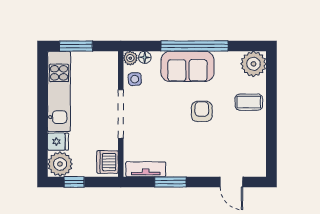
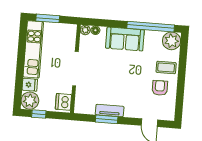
window: (194, 46) -> (151, 27), moved
side table: (135, 79) -> (87, 45), removed
armchair: (202, 111) -> (160, 88), moved
tv unit: (146, 169) -> (110, 111), moved

